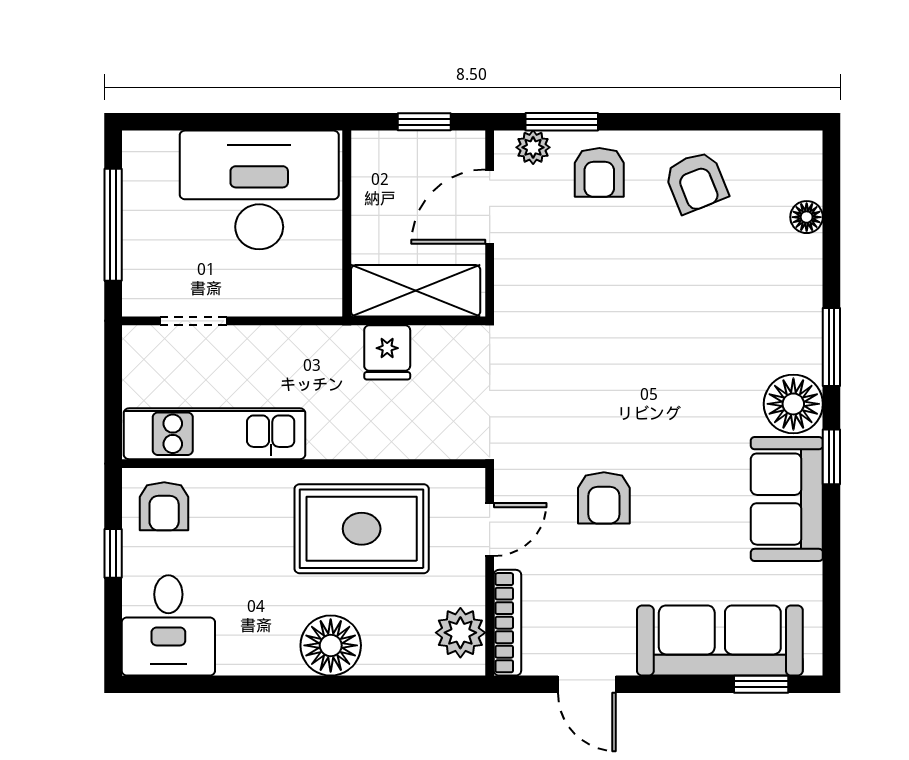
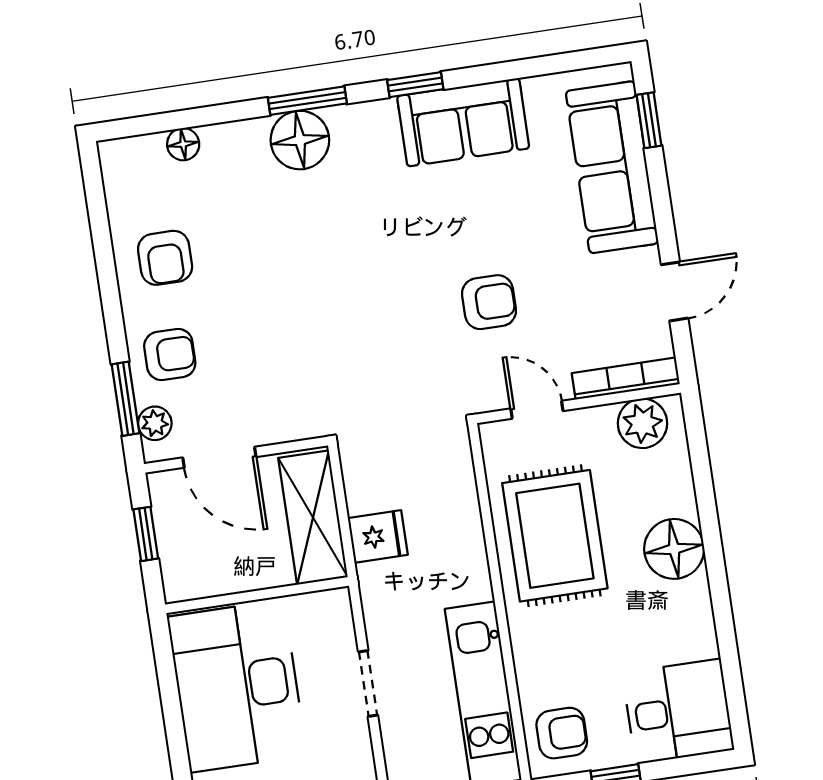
armchair: (696, 182) -> (165, 258), turned 112
doorway: (193, 321) -> (368, 683), moved
floor lamp: (793, 404) -> (300, 140), moved

